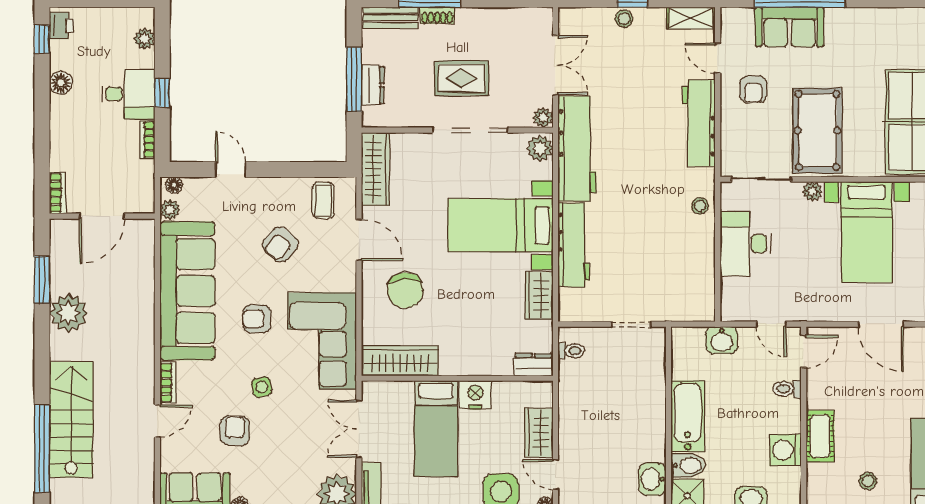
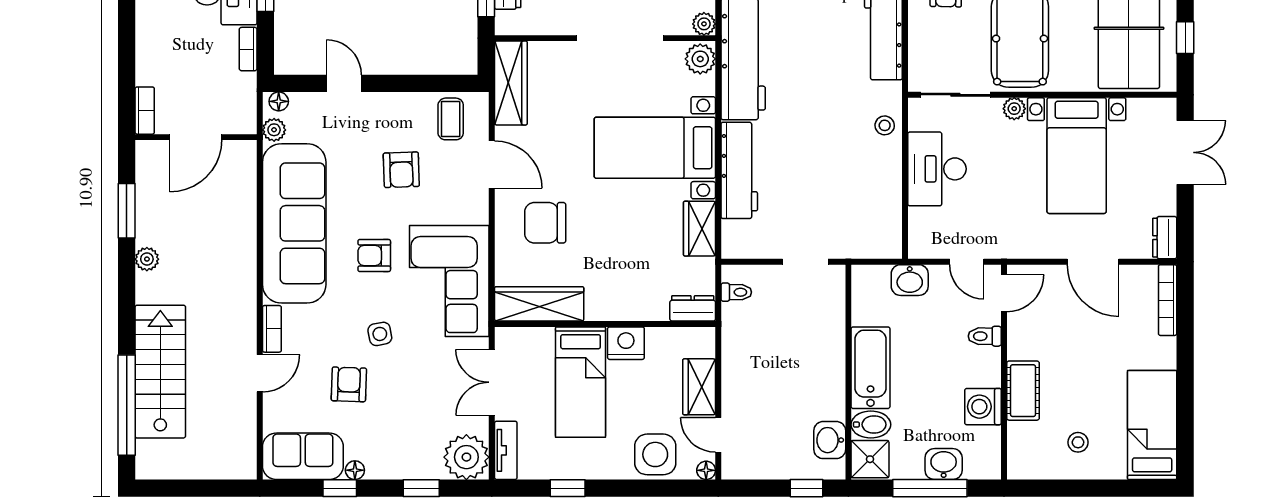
armchair: (280, 244) -> (401, 170), turned -44
chair: (405, 290) -> (545, 223), turned 92
plant: (68, 313) -> (147, 259), width x0.53, depth x0.53

